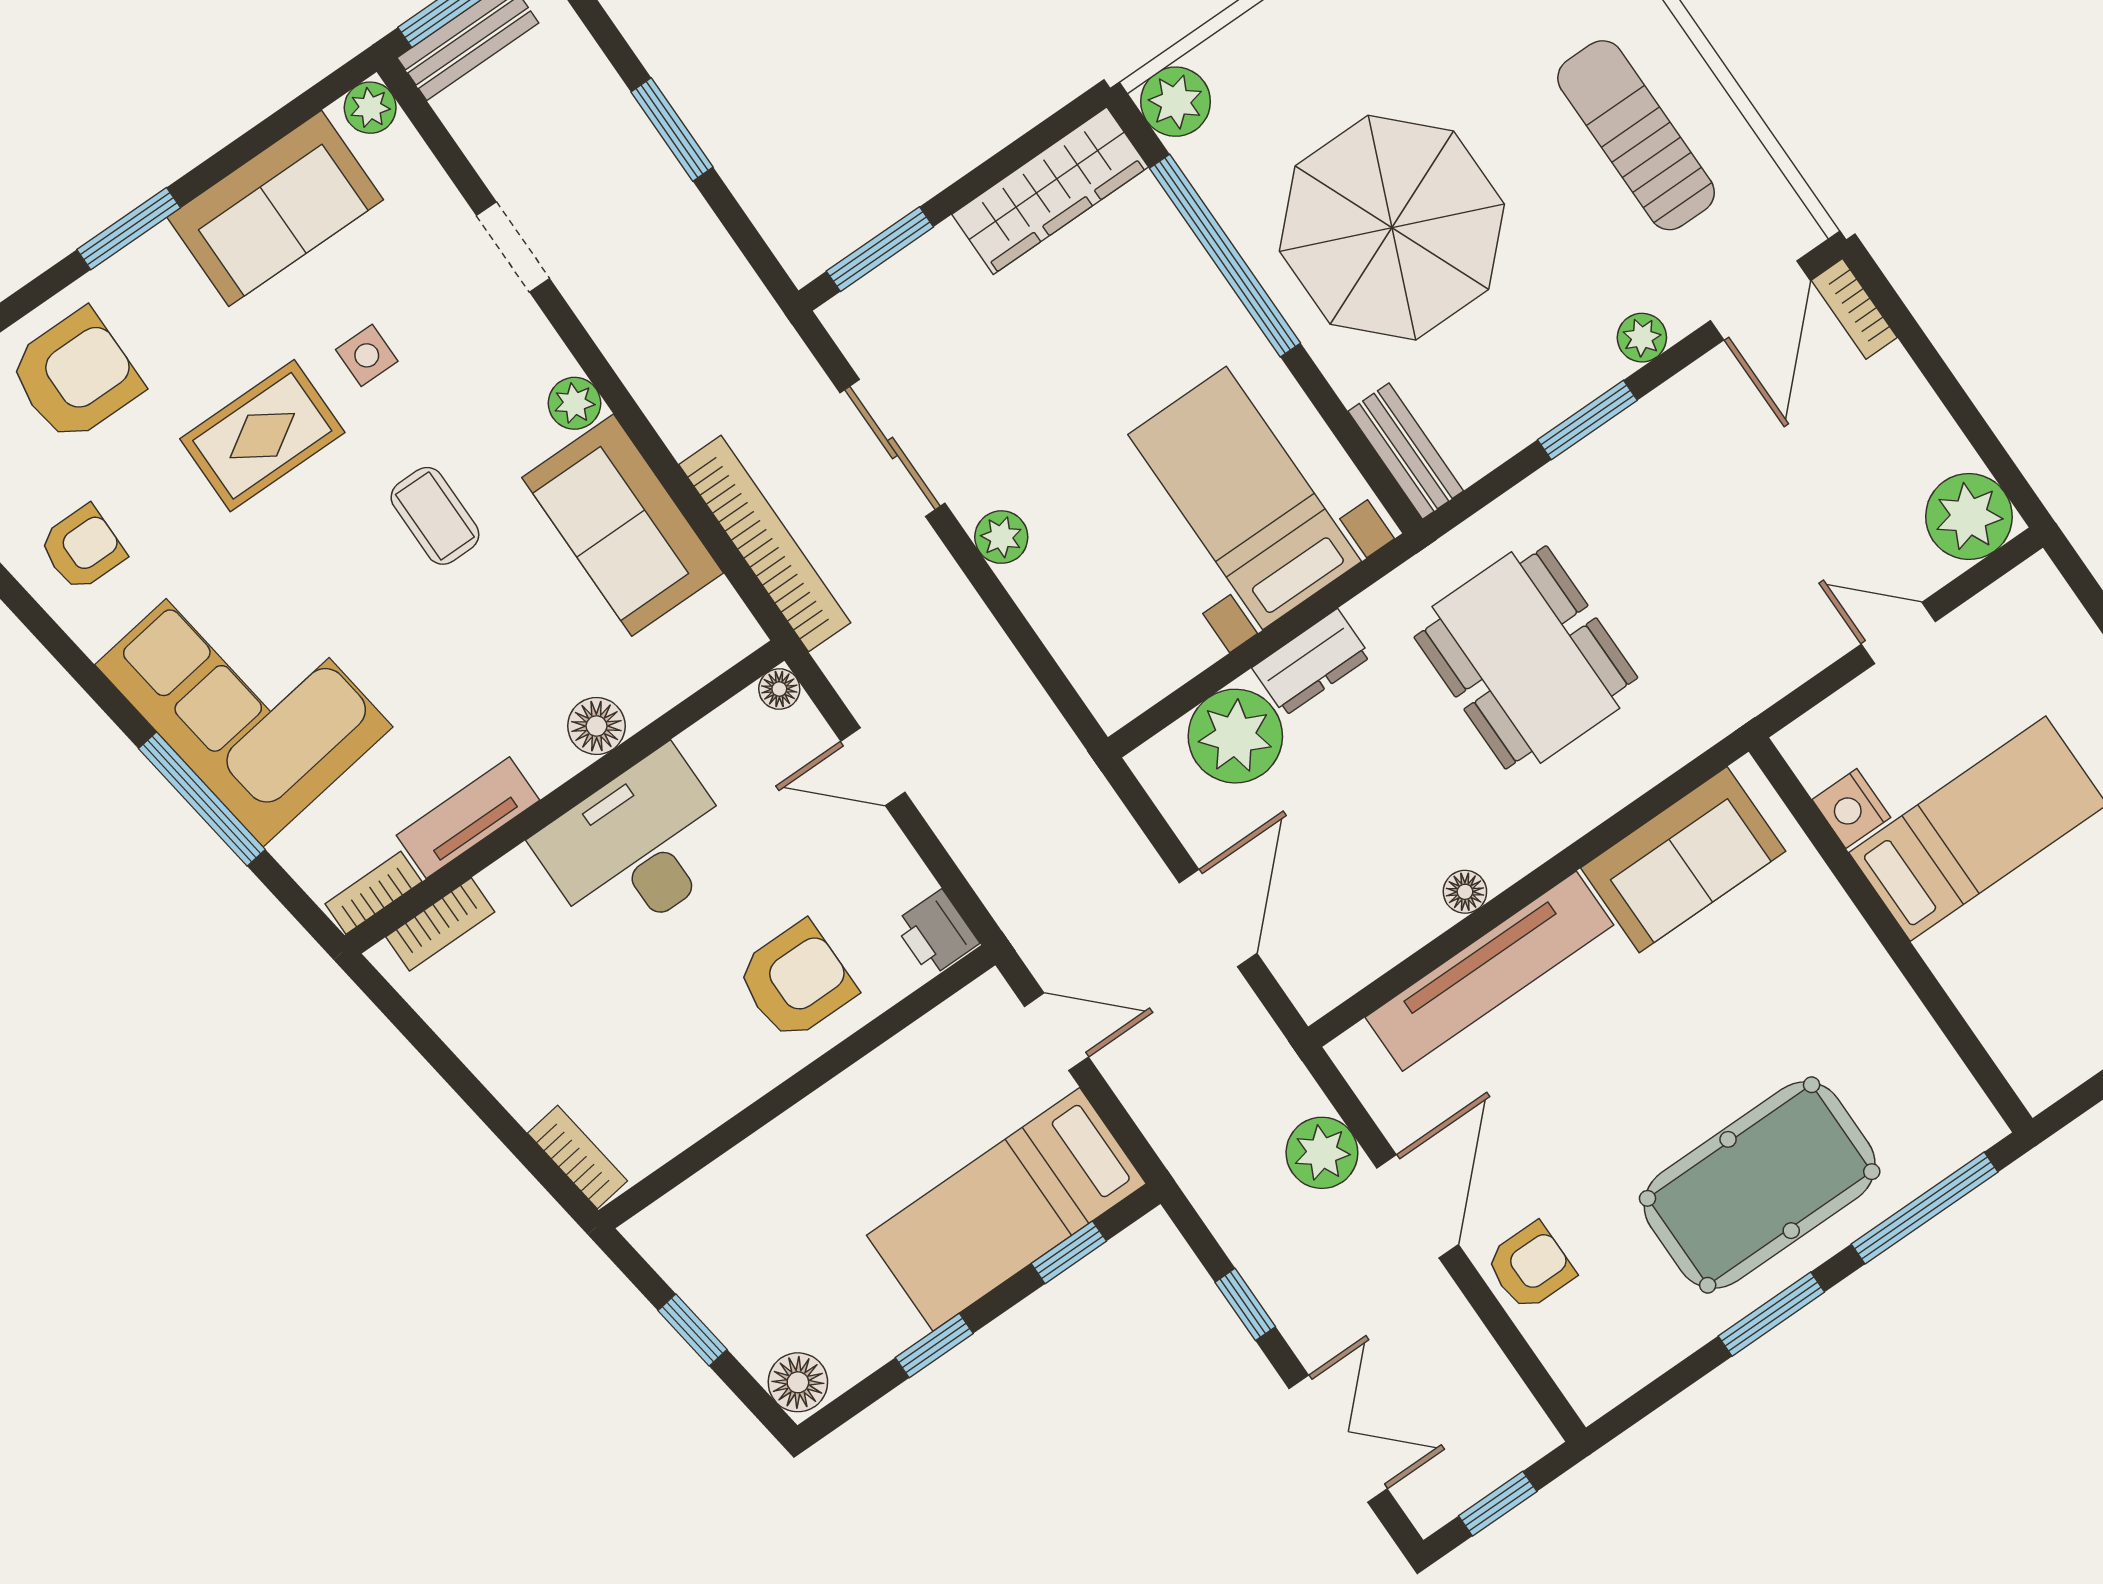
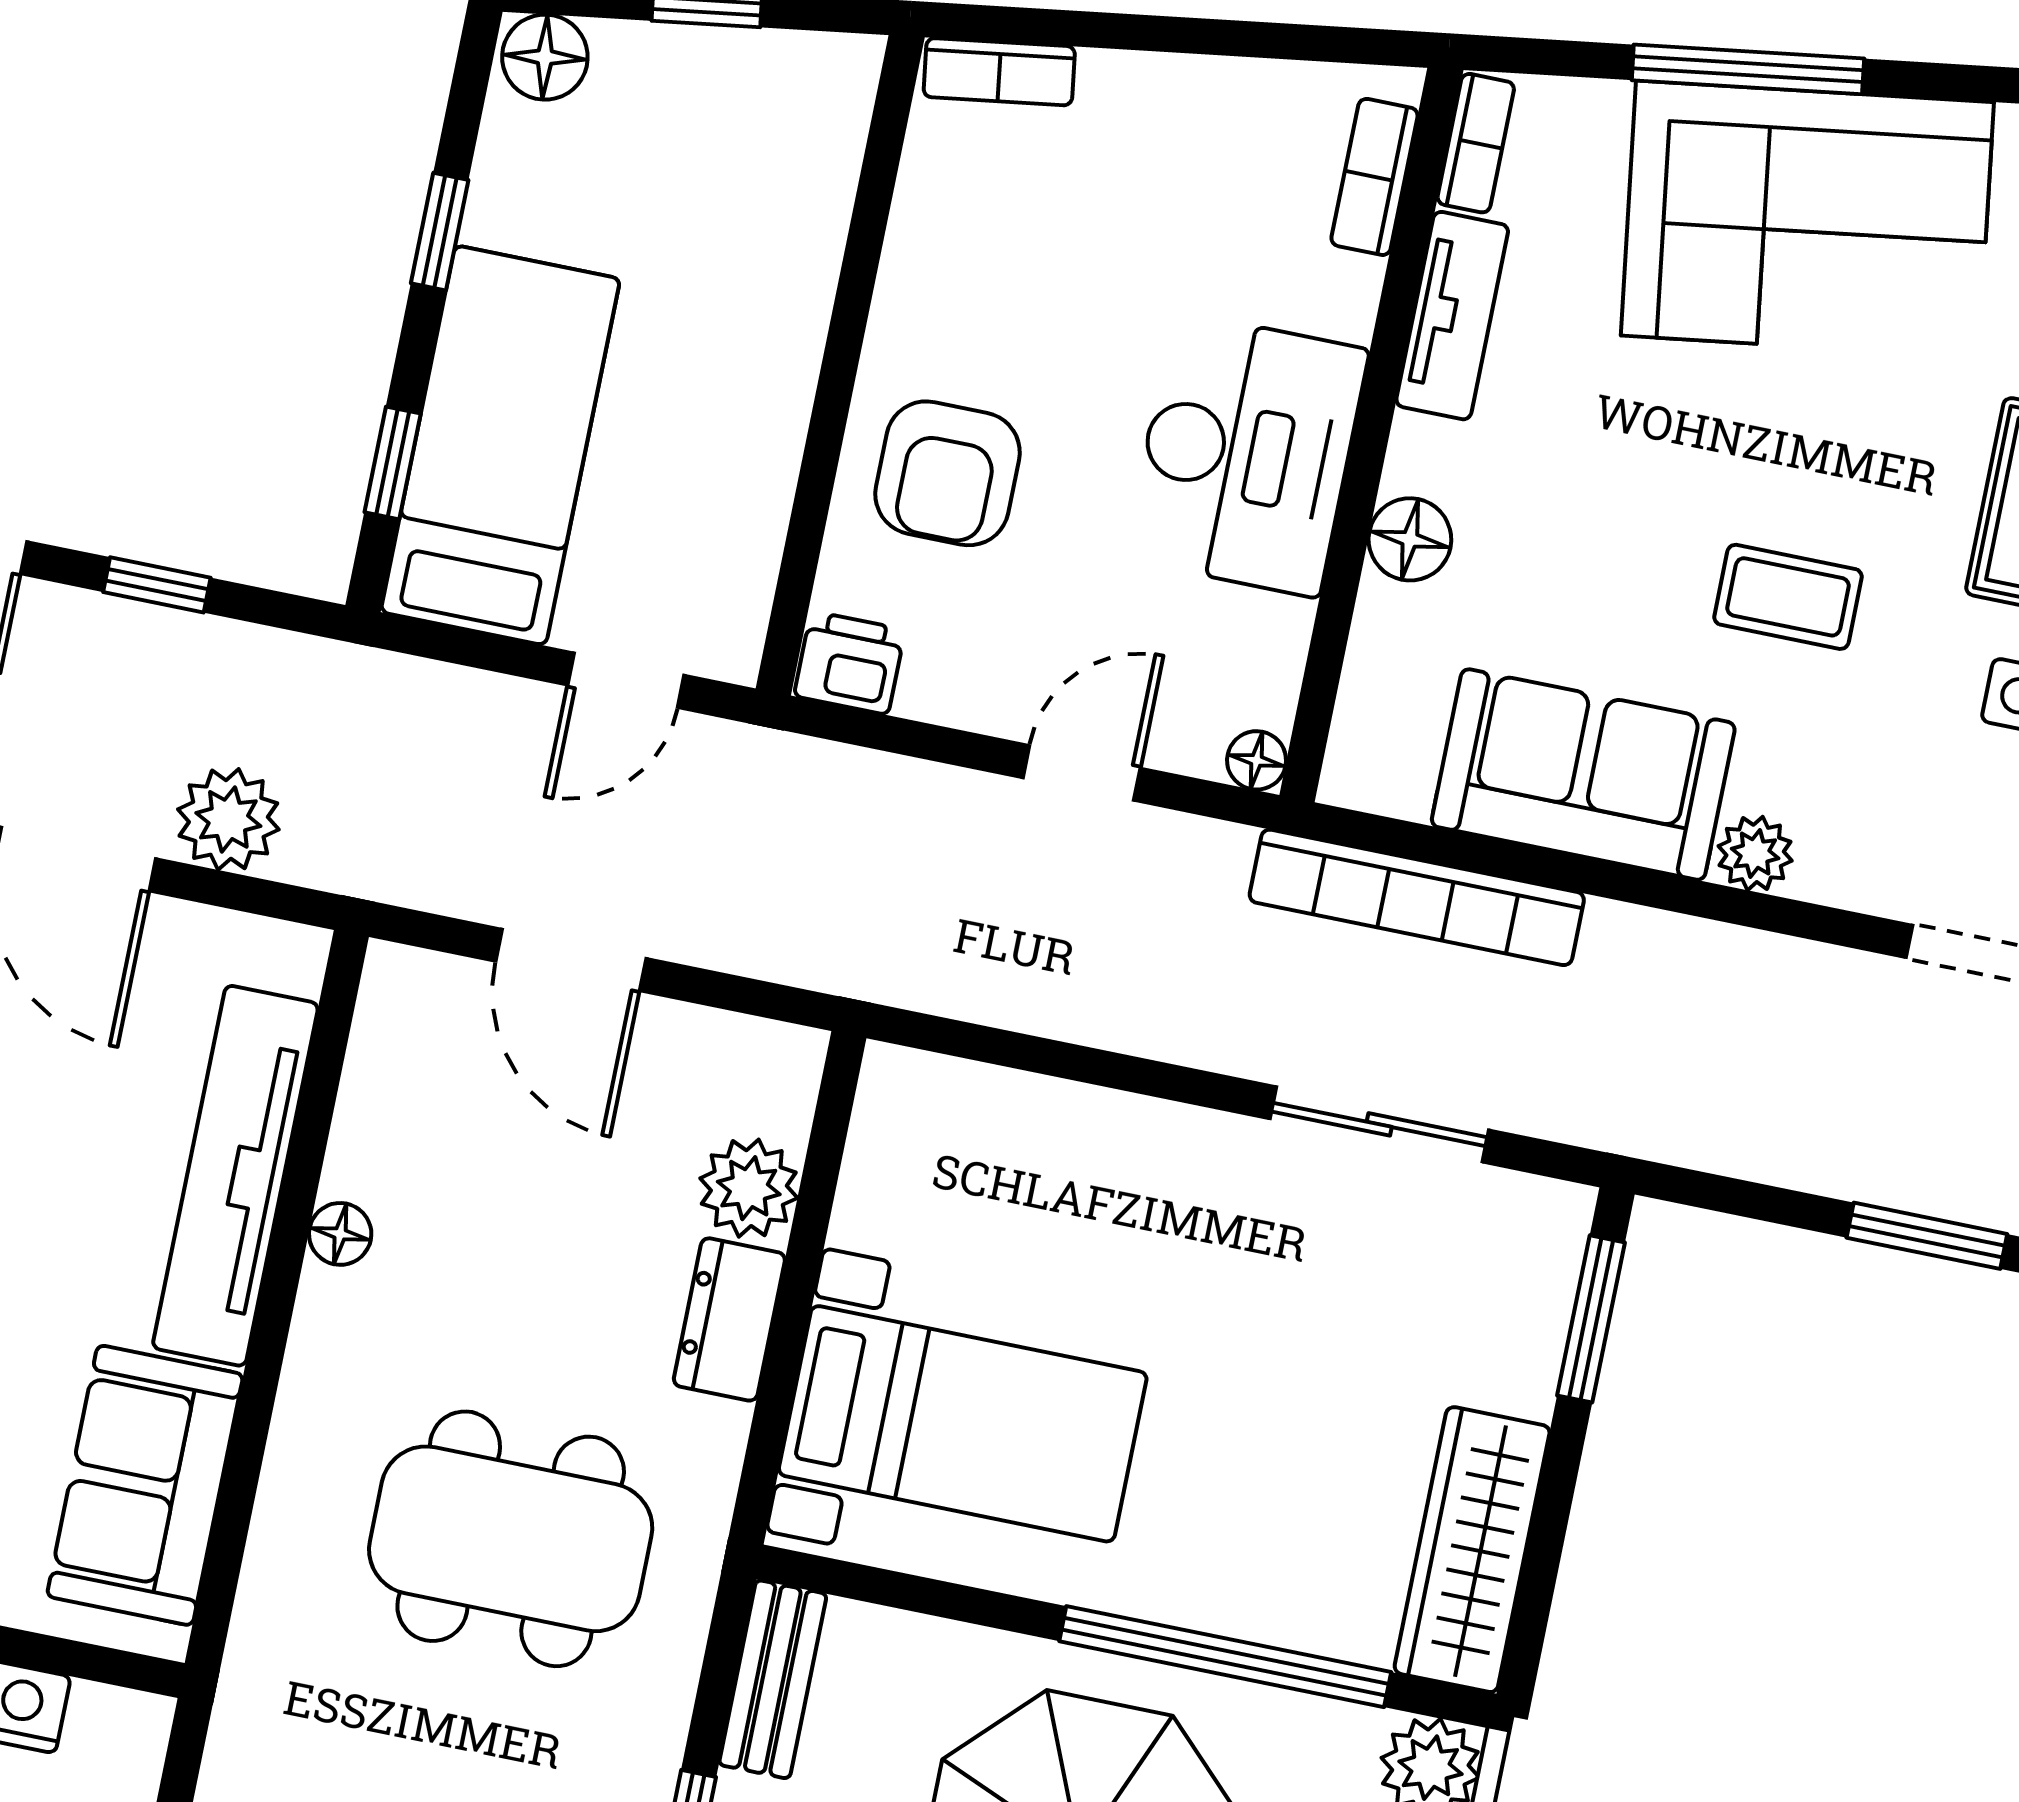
bench: (1406, 451) -> (773, 1679), moved, turned 90
plant: (1001, 537) -> (1177, 1140), removed
plant: (1235, 736) -> (749, 1188), width x0.73, depth x0.73

